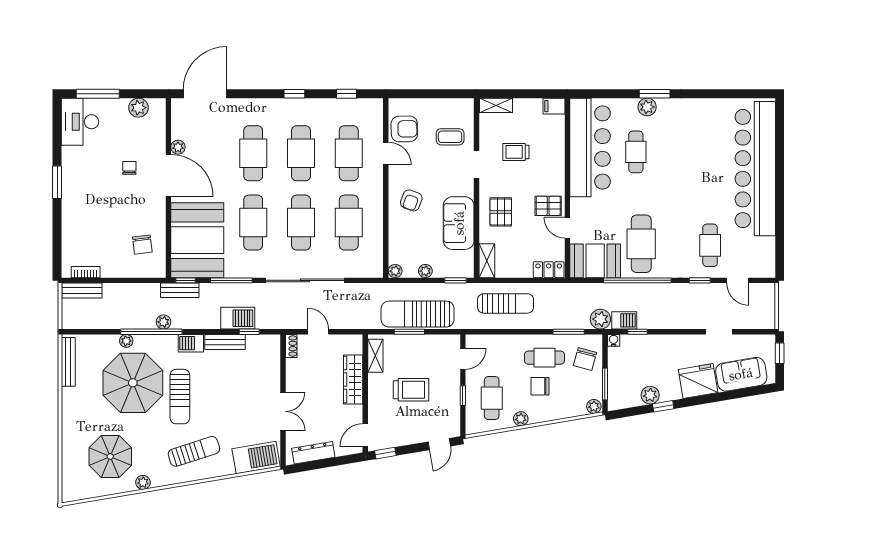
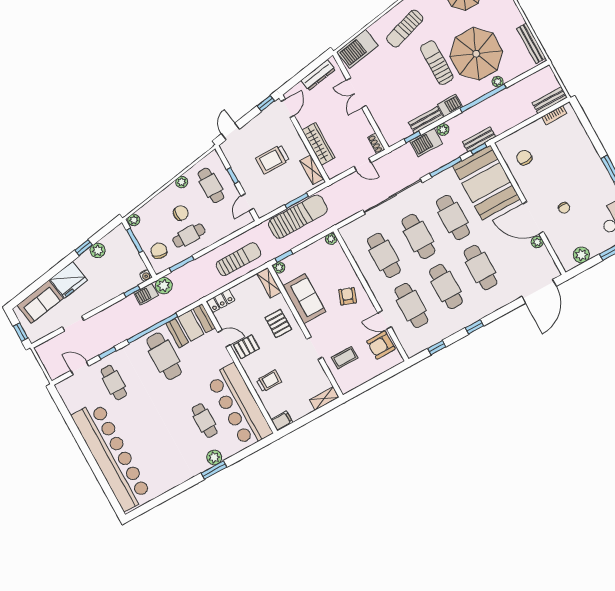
trolley: (516, 152) -> (269, 381), moved
plant: (425, 271) -> (279, 267), moved
sun lounger: (506, 303) -> (238, 259), turned 180
plant: (164, 322) -> (443, 129), moved

